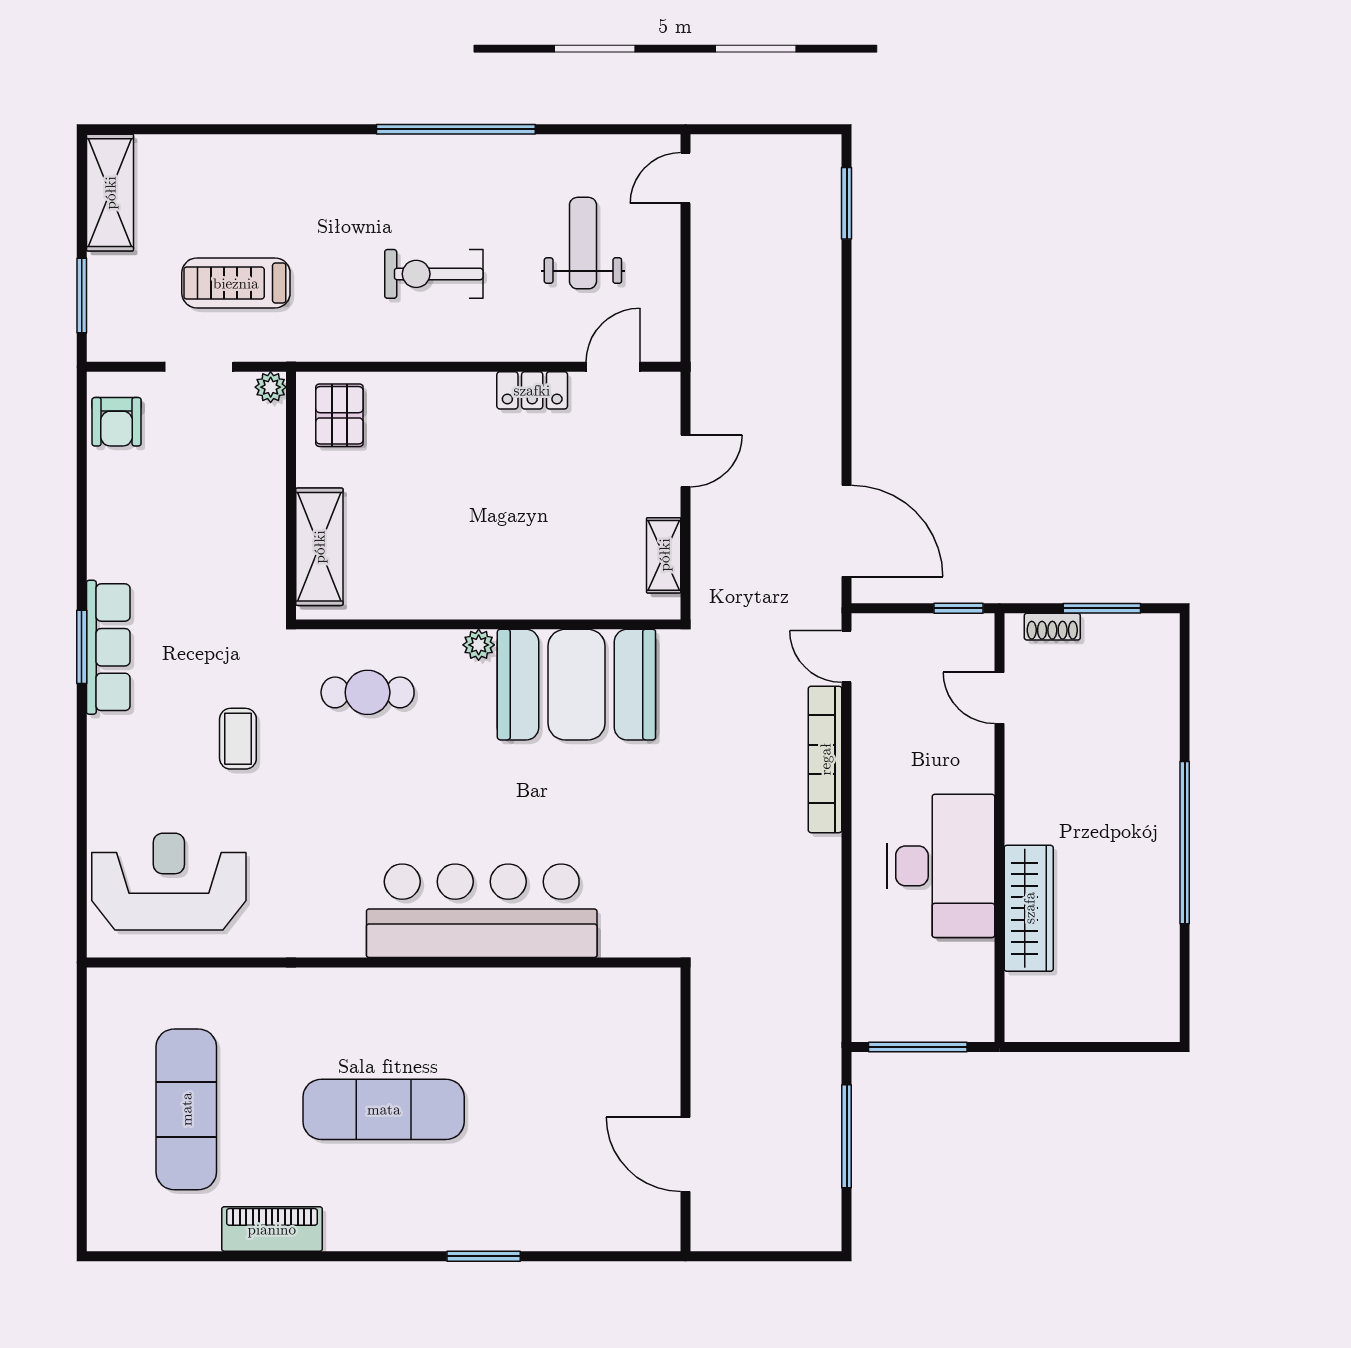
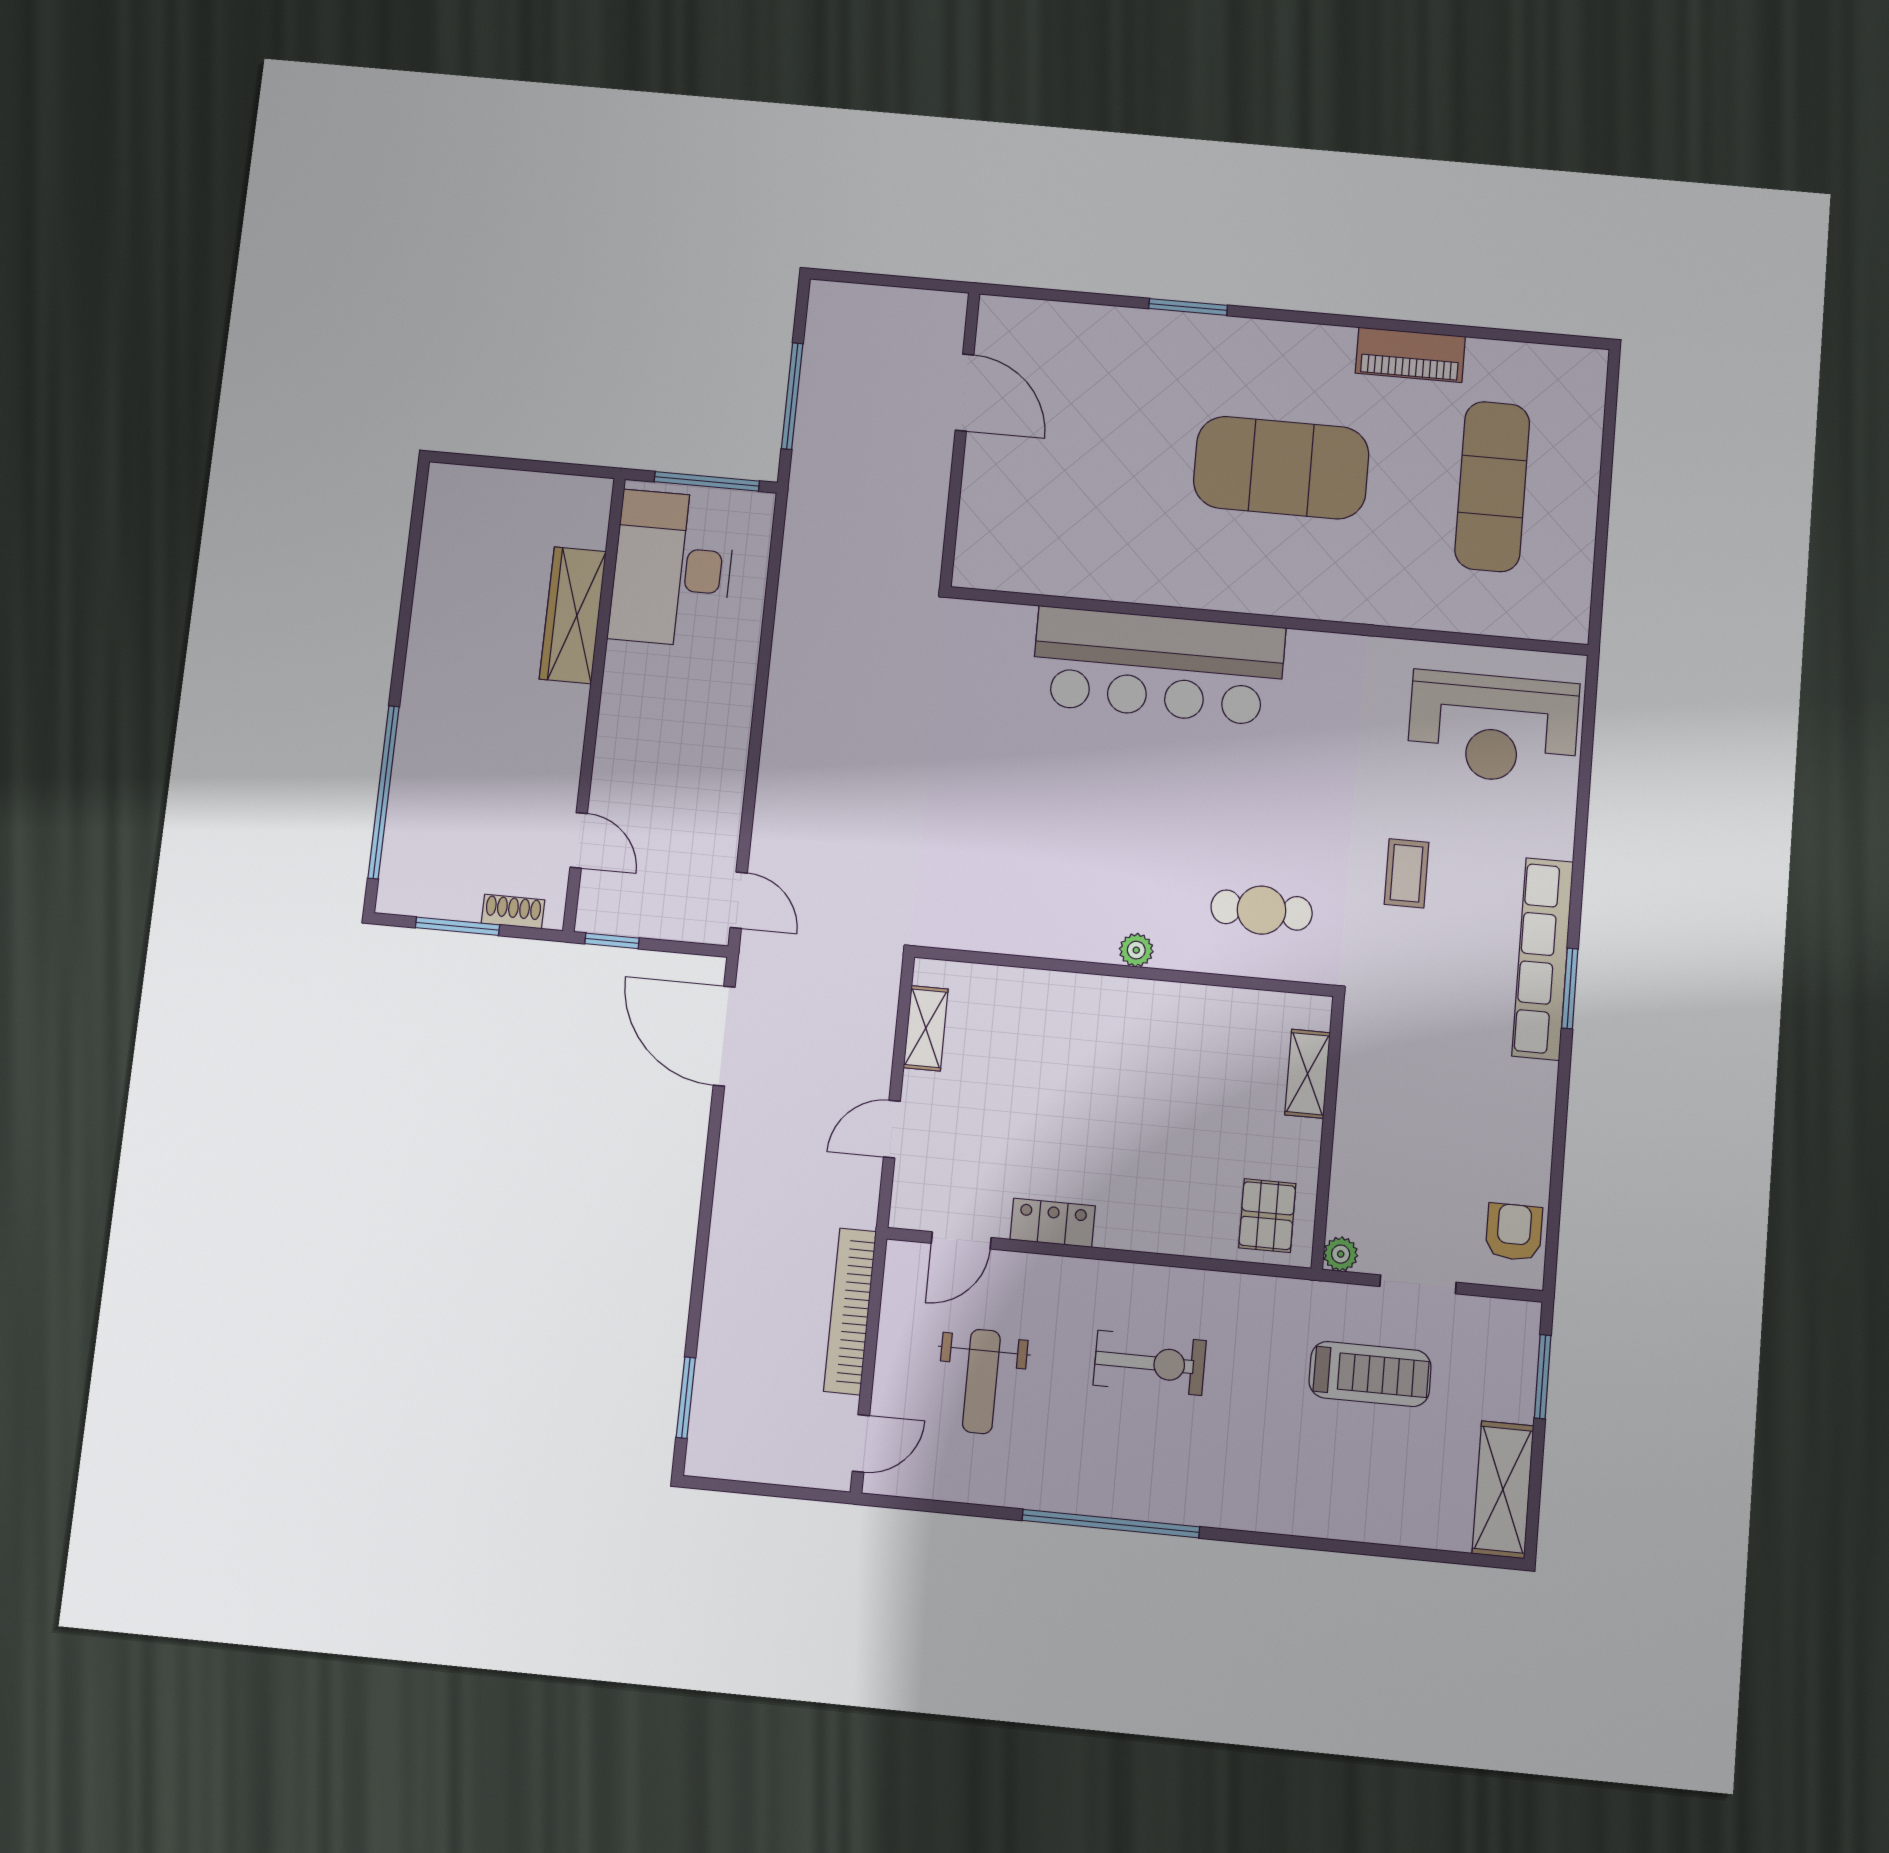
shelving: (319, 547) -> (1308, 1074), width x0.67, depth x0.75
row of seats: (108, 647) -> (1543, 959), width x1.36
booth: (576, 685) -> (1034, 897), removed
bookcase: (825, 759) -> (850, 1311), moved, turned 180
window: (1185, 843) -> (384, 792), moved
desk: (941, 866) -> (672, 569), moved
exercise mat: (384, 1109) -> (1281, 468), width x1.47

